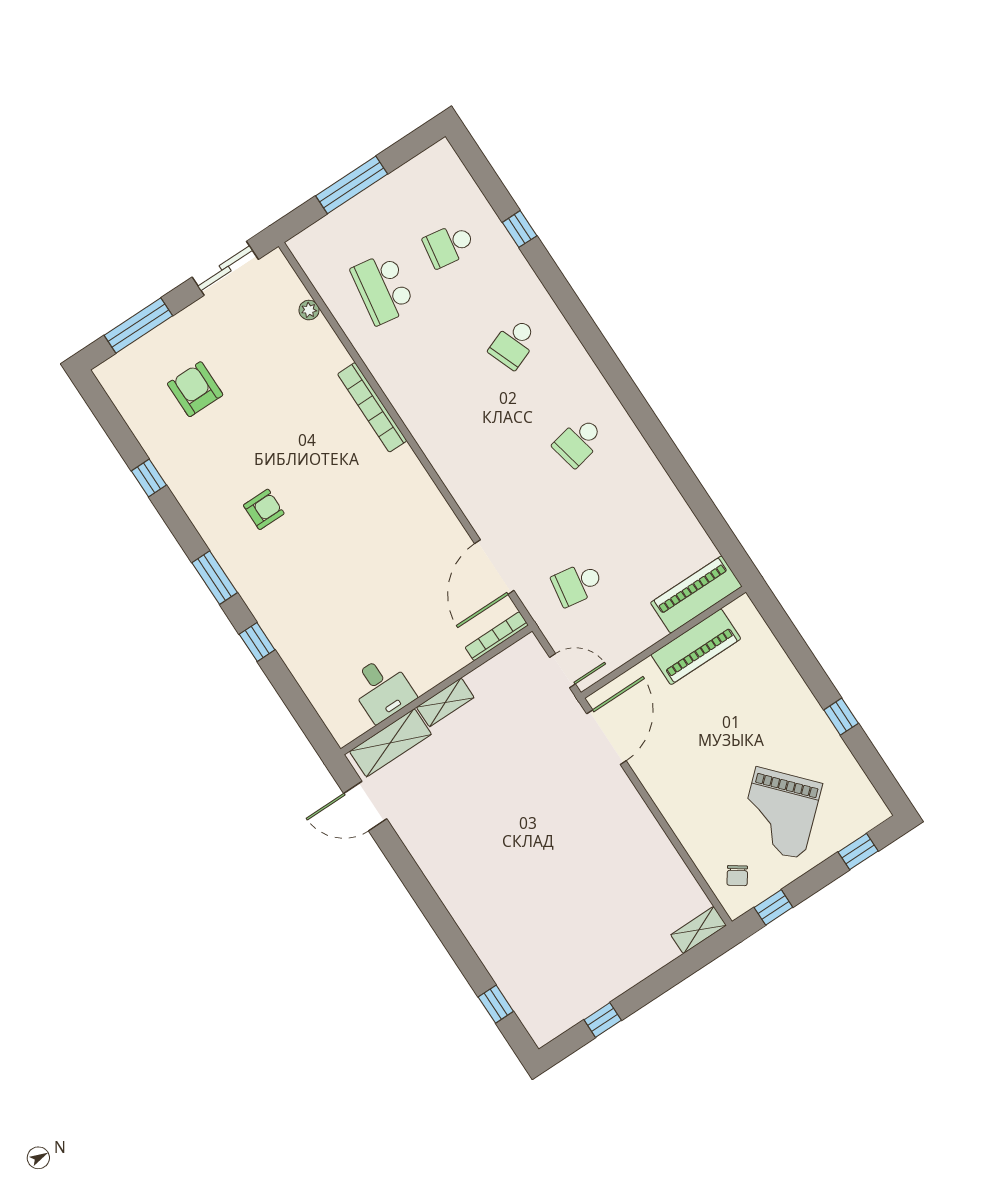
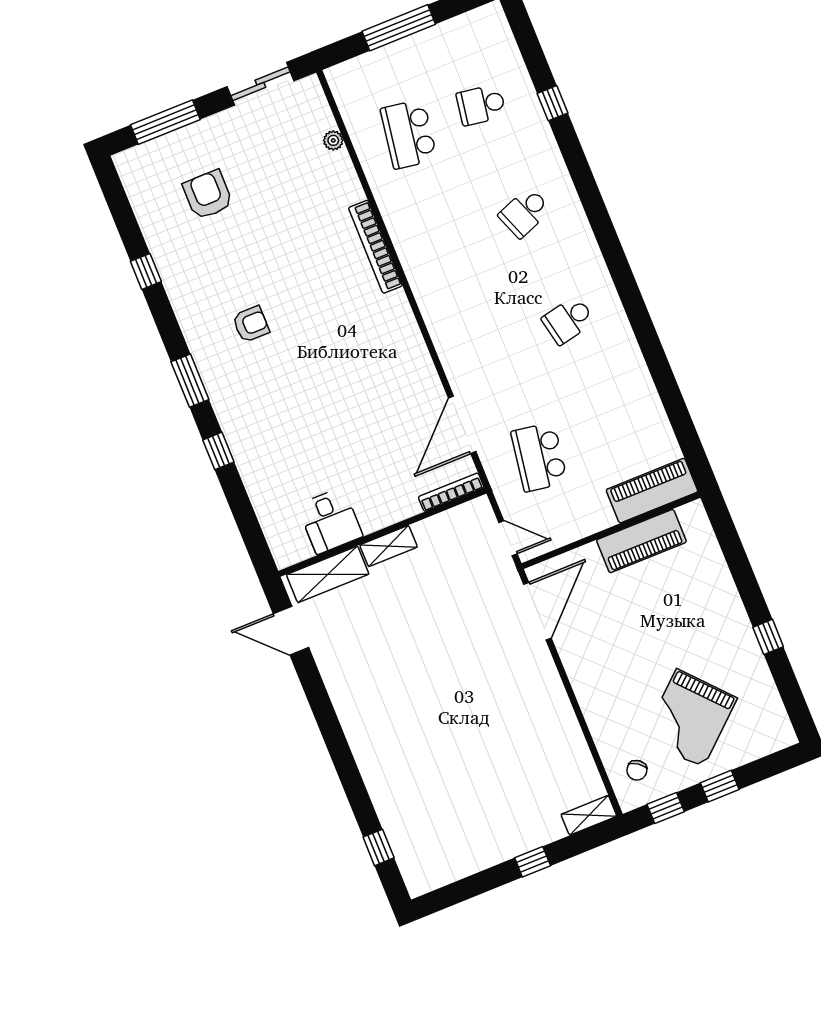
school desk: (577, 584) -> (539, 457), width x1.85
window: (858, 852) -> (720, 786), moved
window: (603, 1020) -> (533, 862), moved

